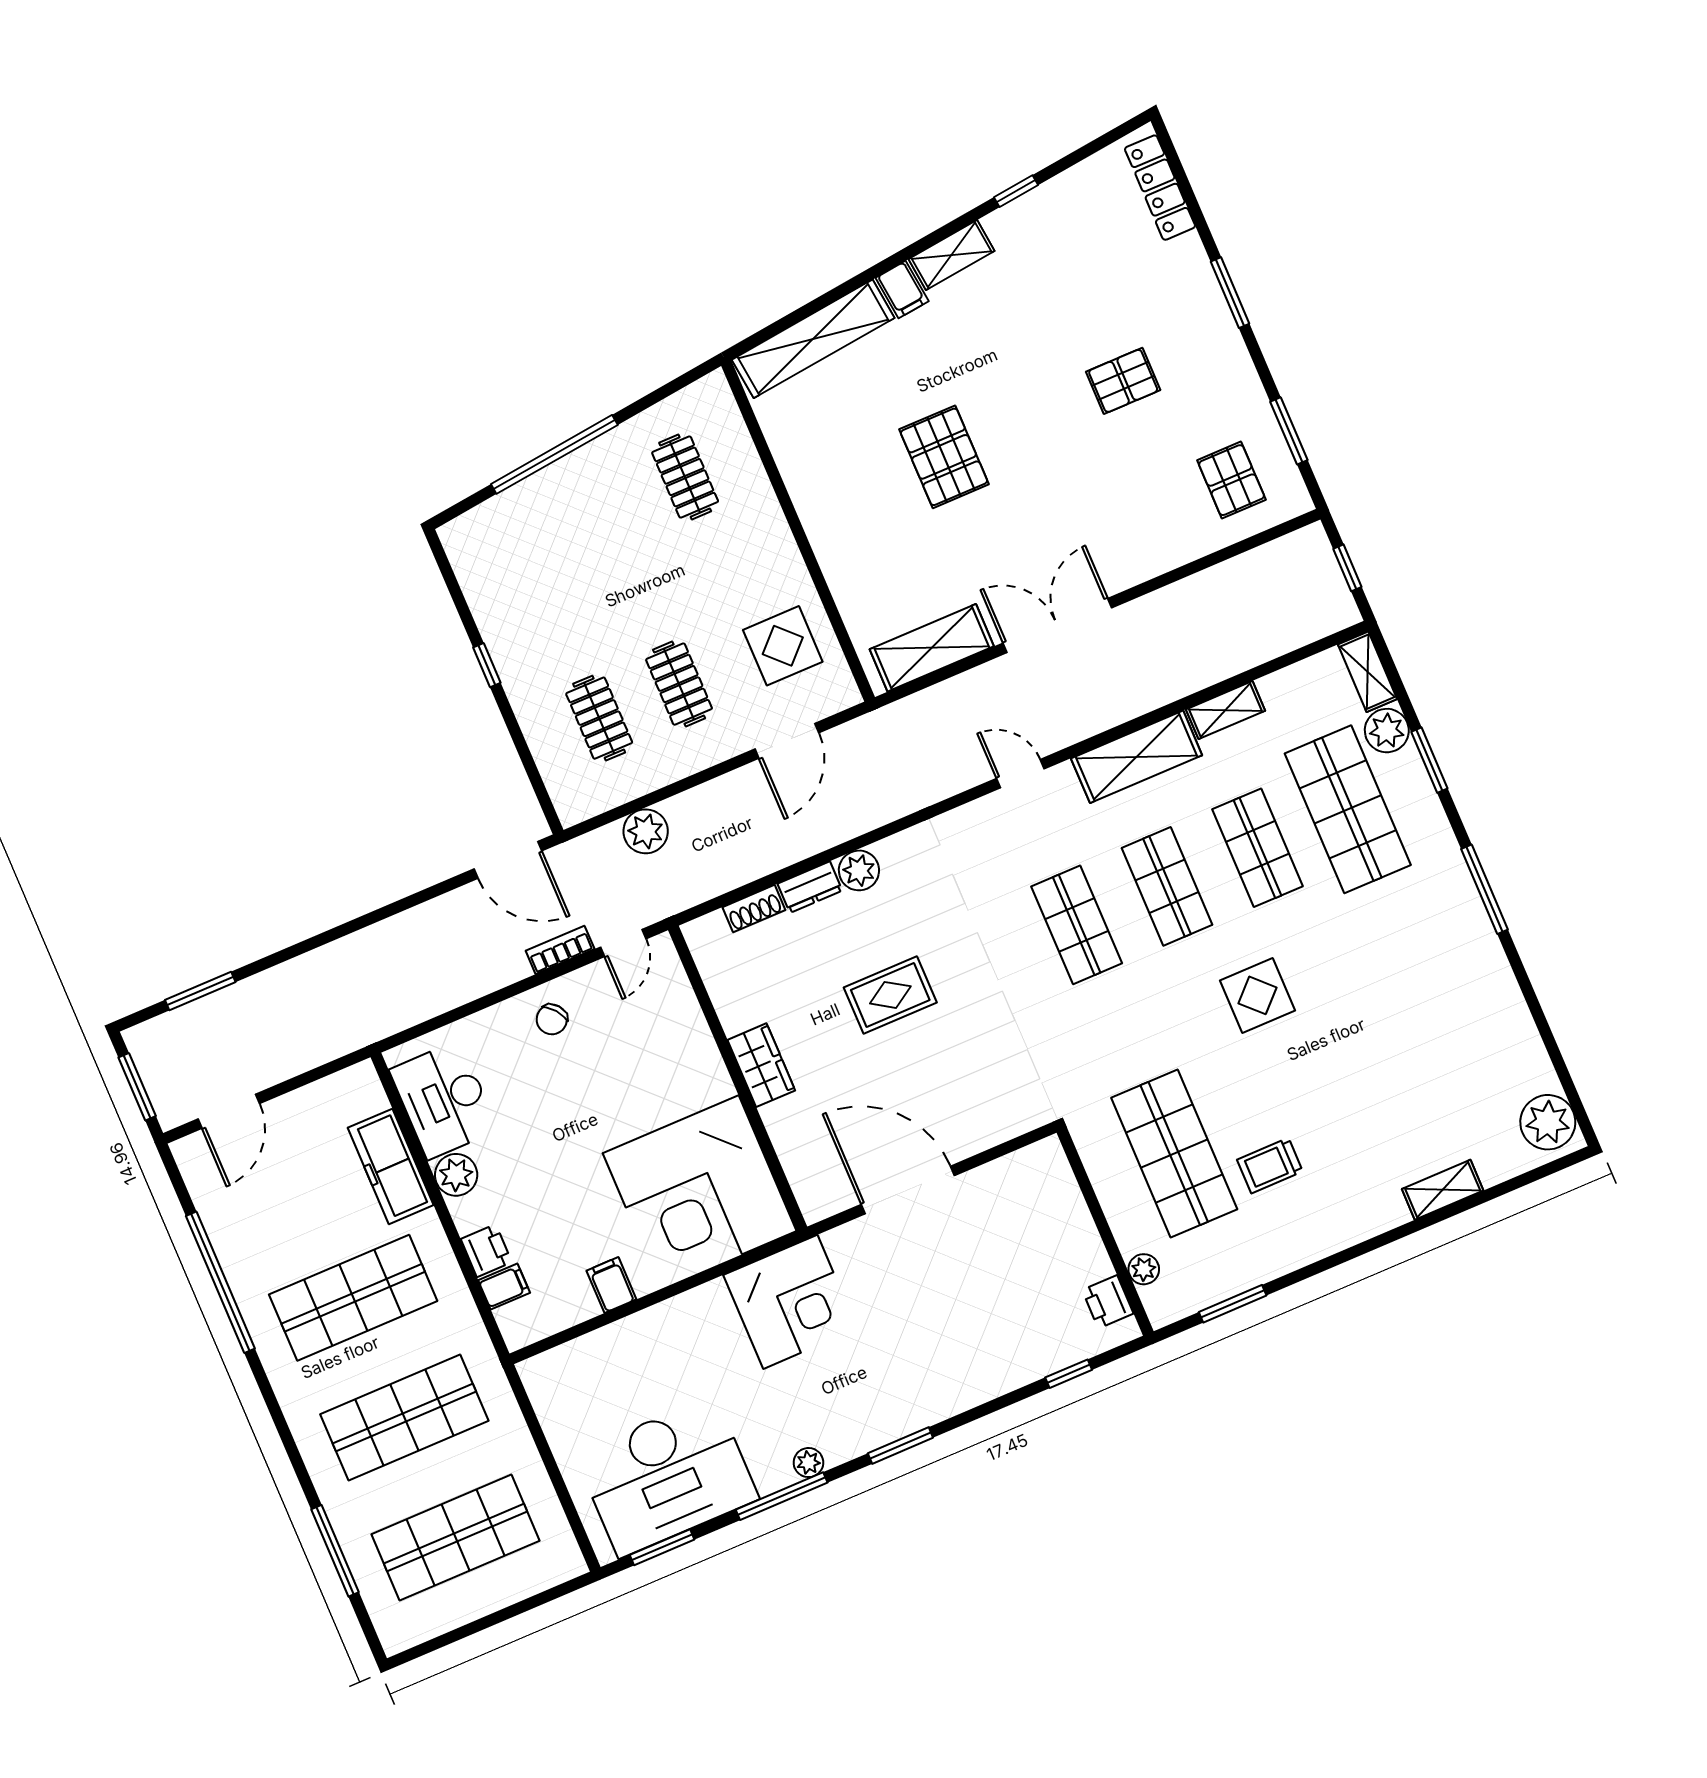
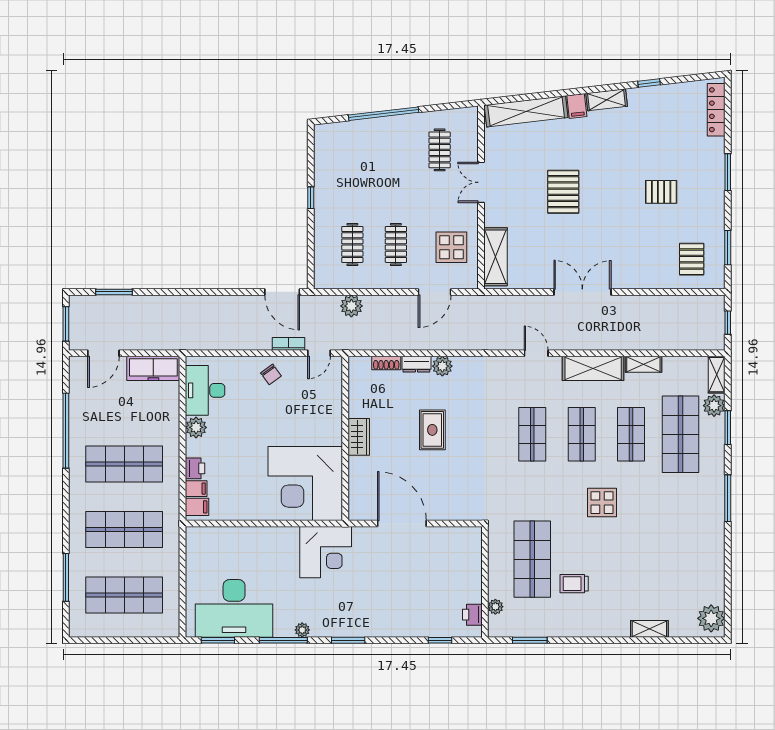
double door: (786, 504) -> (481, 182), added
shelving: (932, 648) -> (496, 257), moved, turned 90
rug: (890, 995) -> (432, 430), turned 90
chair: (552, 1019) -> (271, 374), turned -88
freezer: (391, 1166) -> (153, 368), moved, turned -90
filing cabinet: (611, 1285) -> (197, 507), moved, turned 90

